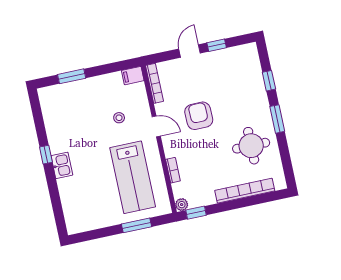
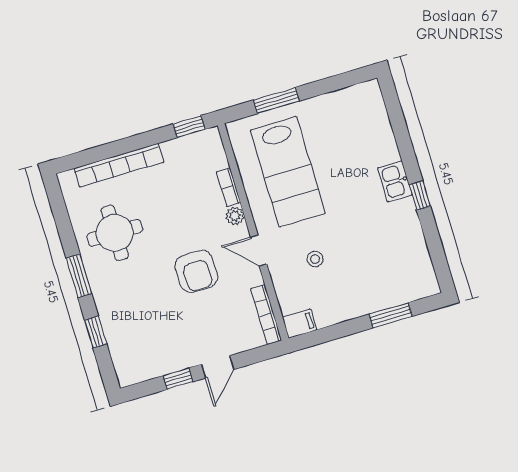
lab bench: (133, 177) -> (288, 172), turned 180
plant: (182, 205) -> (235, 216), moved

